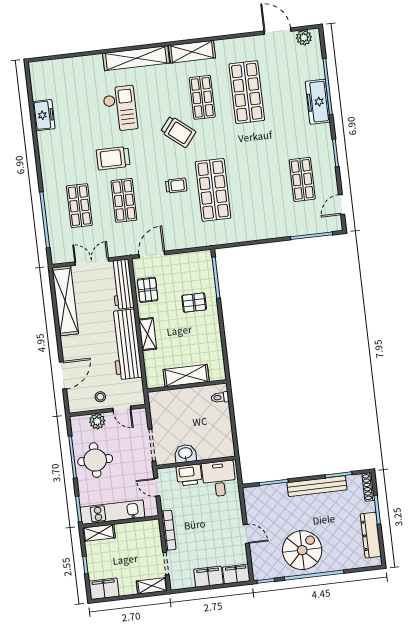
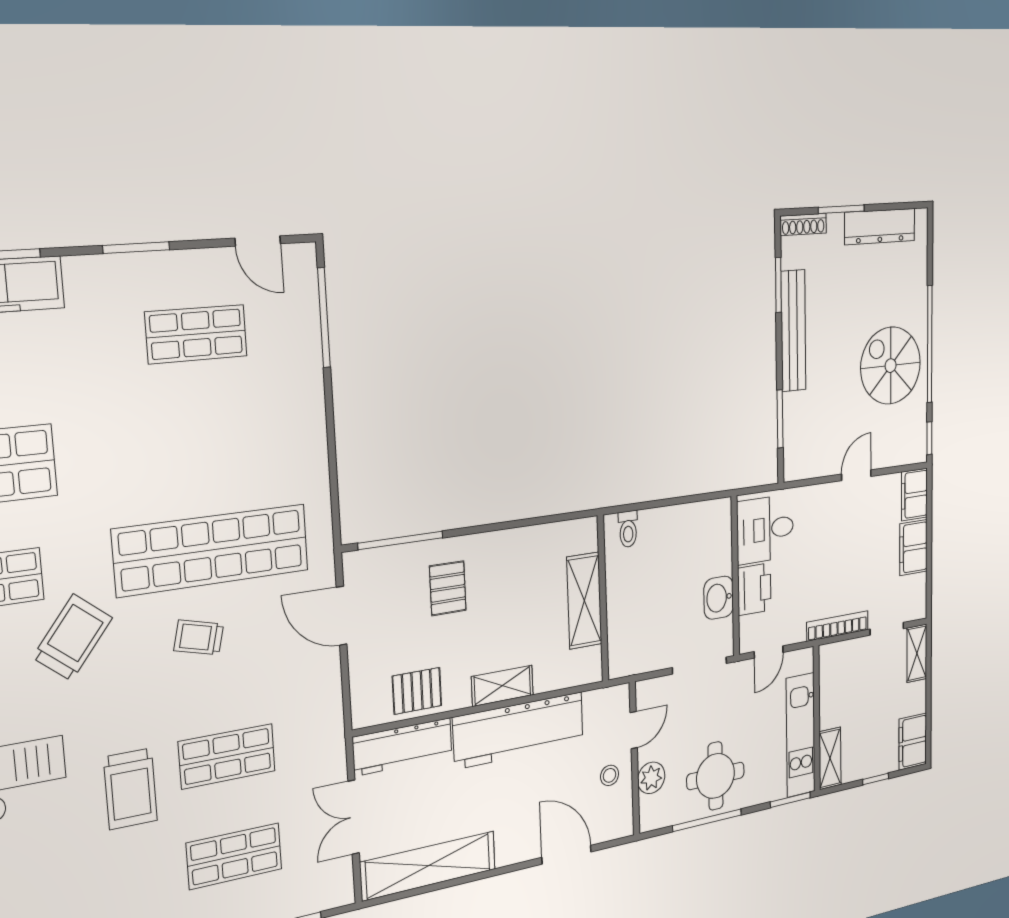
trolley: (176, 186) -> (199, 637), turned -76
shop shelf: (213, 190) -> (212, 550), width x1.40
door: (152, 255) -> (342, 616), moved

